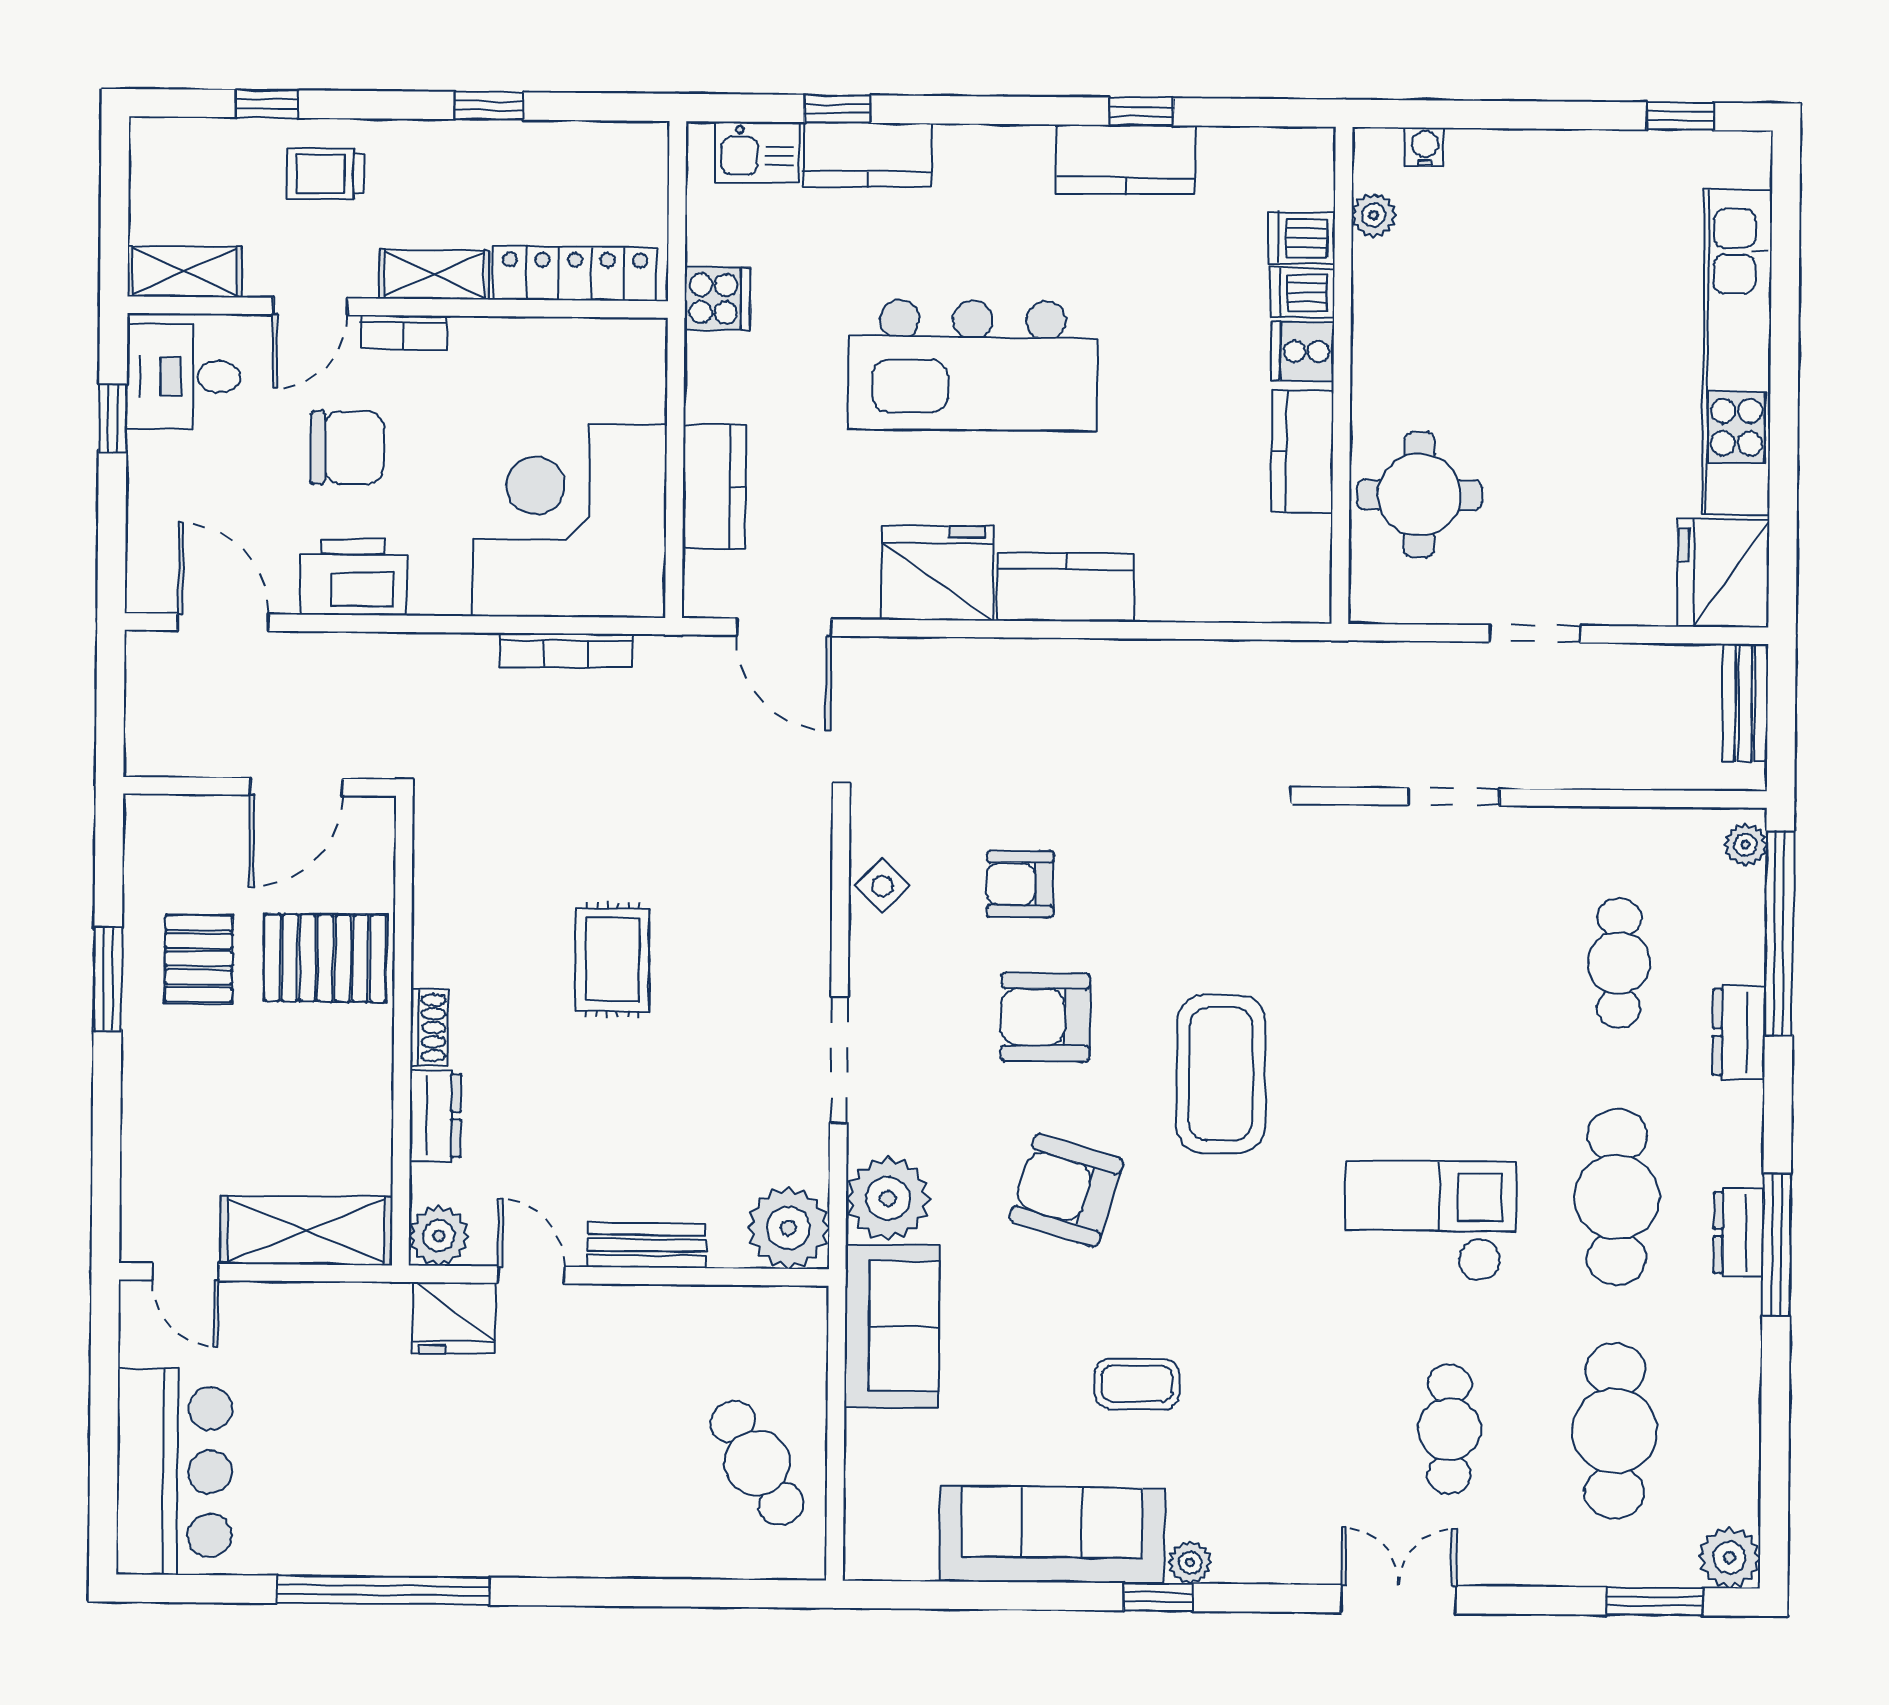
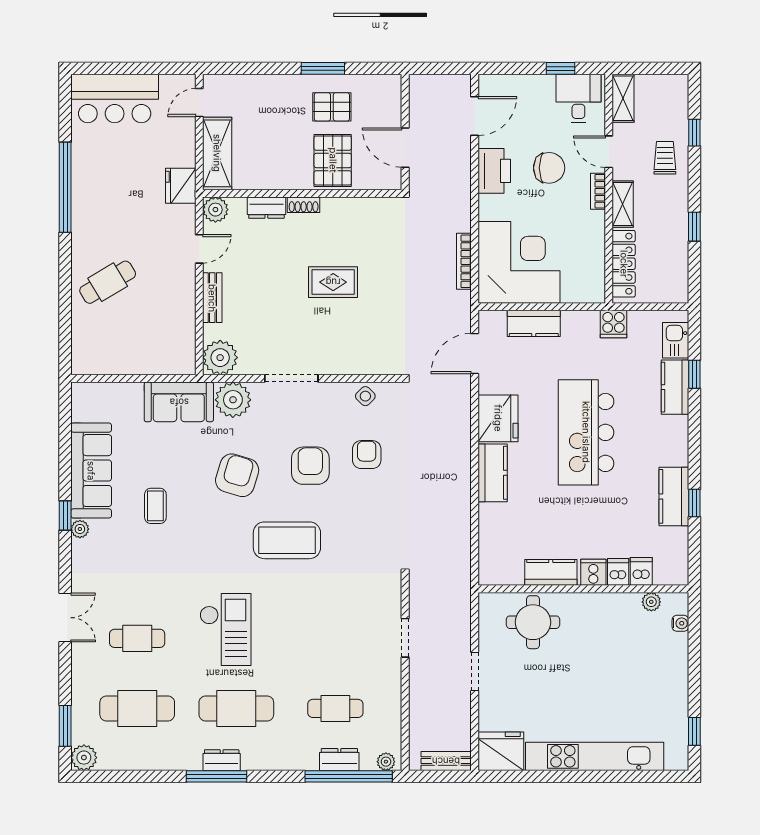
chair: (347, 447) -> (549, 168), turned -90
dresser: (1739, 1032) -> (339, 760), moved
fridge: (454, 1318) -> (181, 186), moved
cafe table: (757, 1463) -> (108, 282), moved

